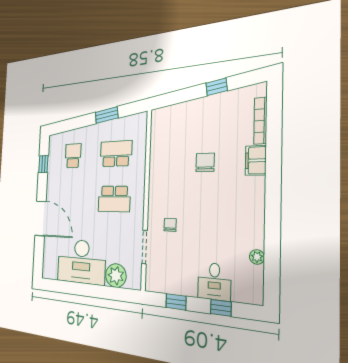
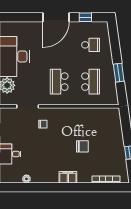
filing cabinet: (256, 160) -> (68, 177), moved
door: (41, 218) -> (56, 17), moved

